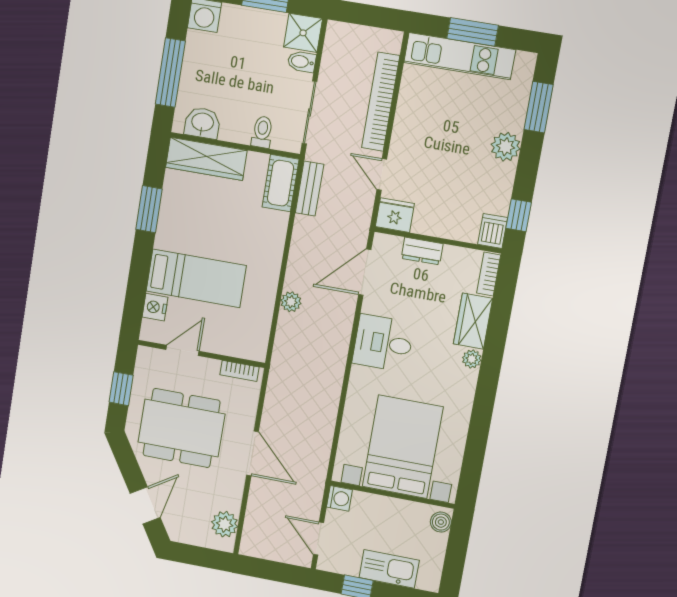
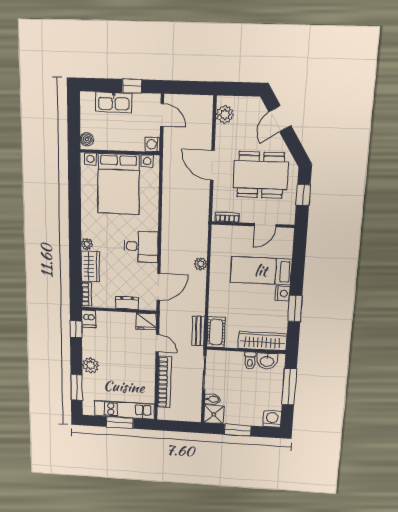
toilet: (262, 132) -> (250, 360), moved
nightstand: (155, 307) -> (283, 293), moved

